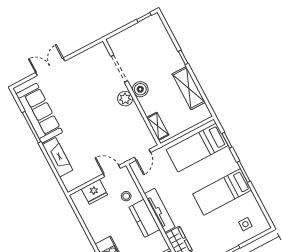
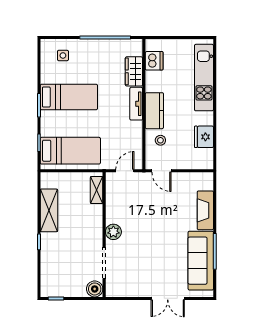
boiler: (140, 89) -> (95, 289), moved
fridge: (94, 192) -> (204, 137), moved, turned -90
tv unit: (160, 210) -> (136, 104), width x0.71

